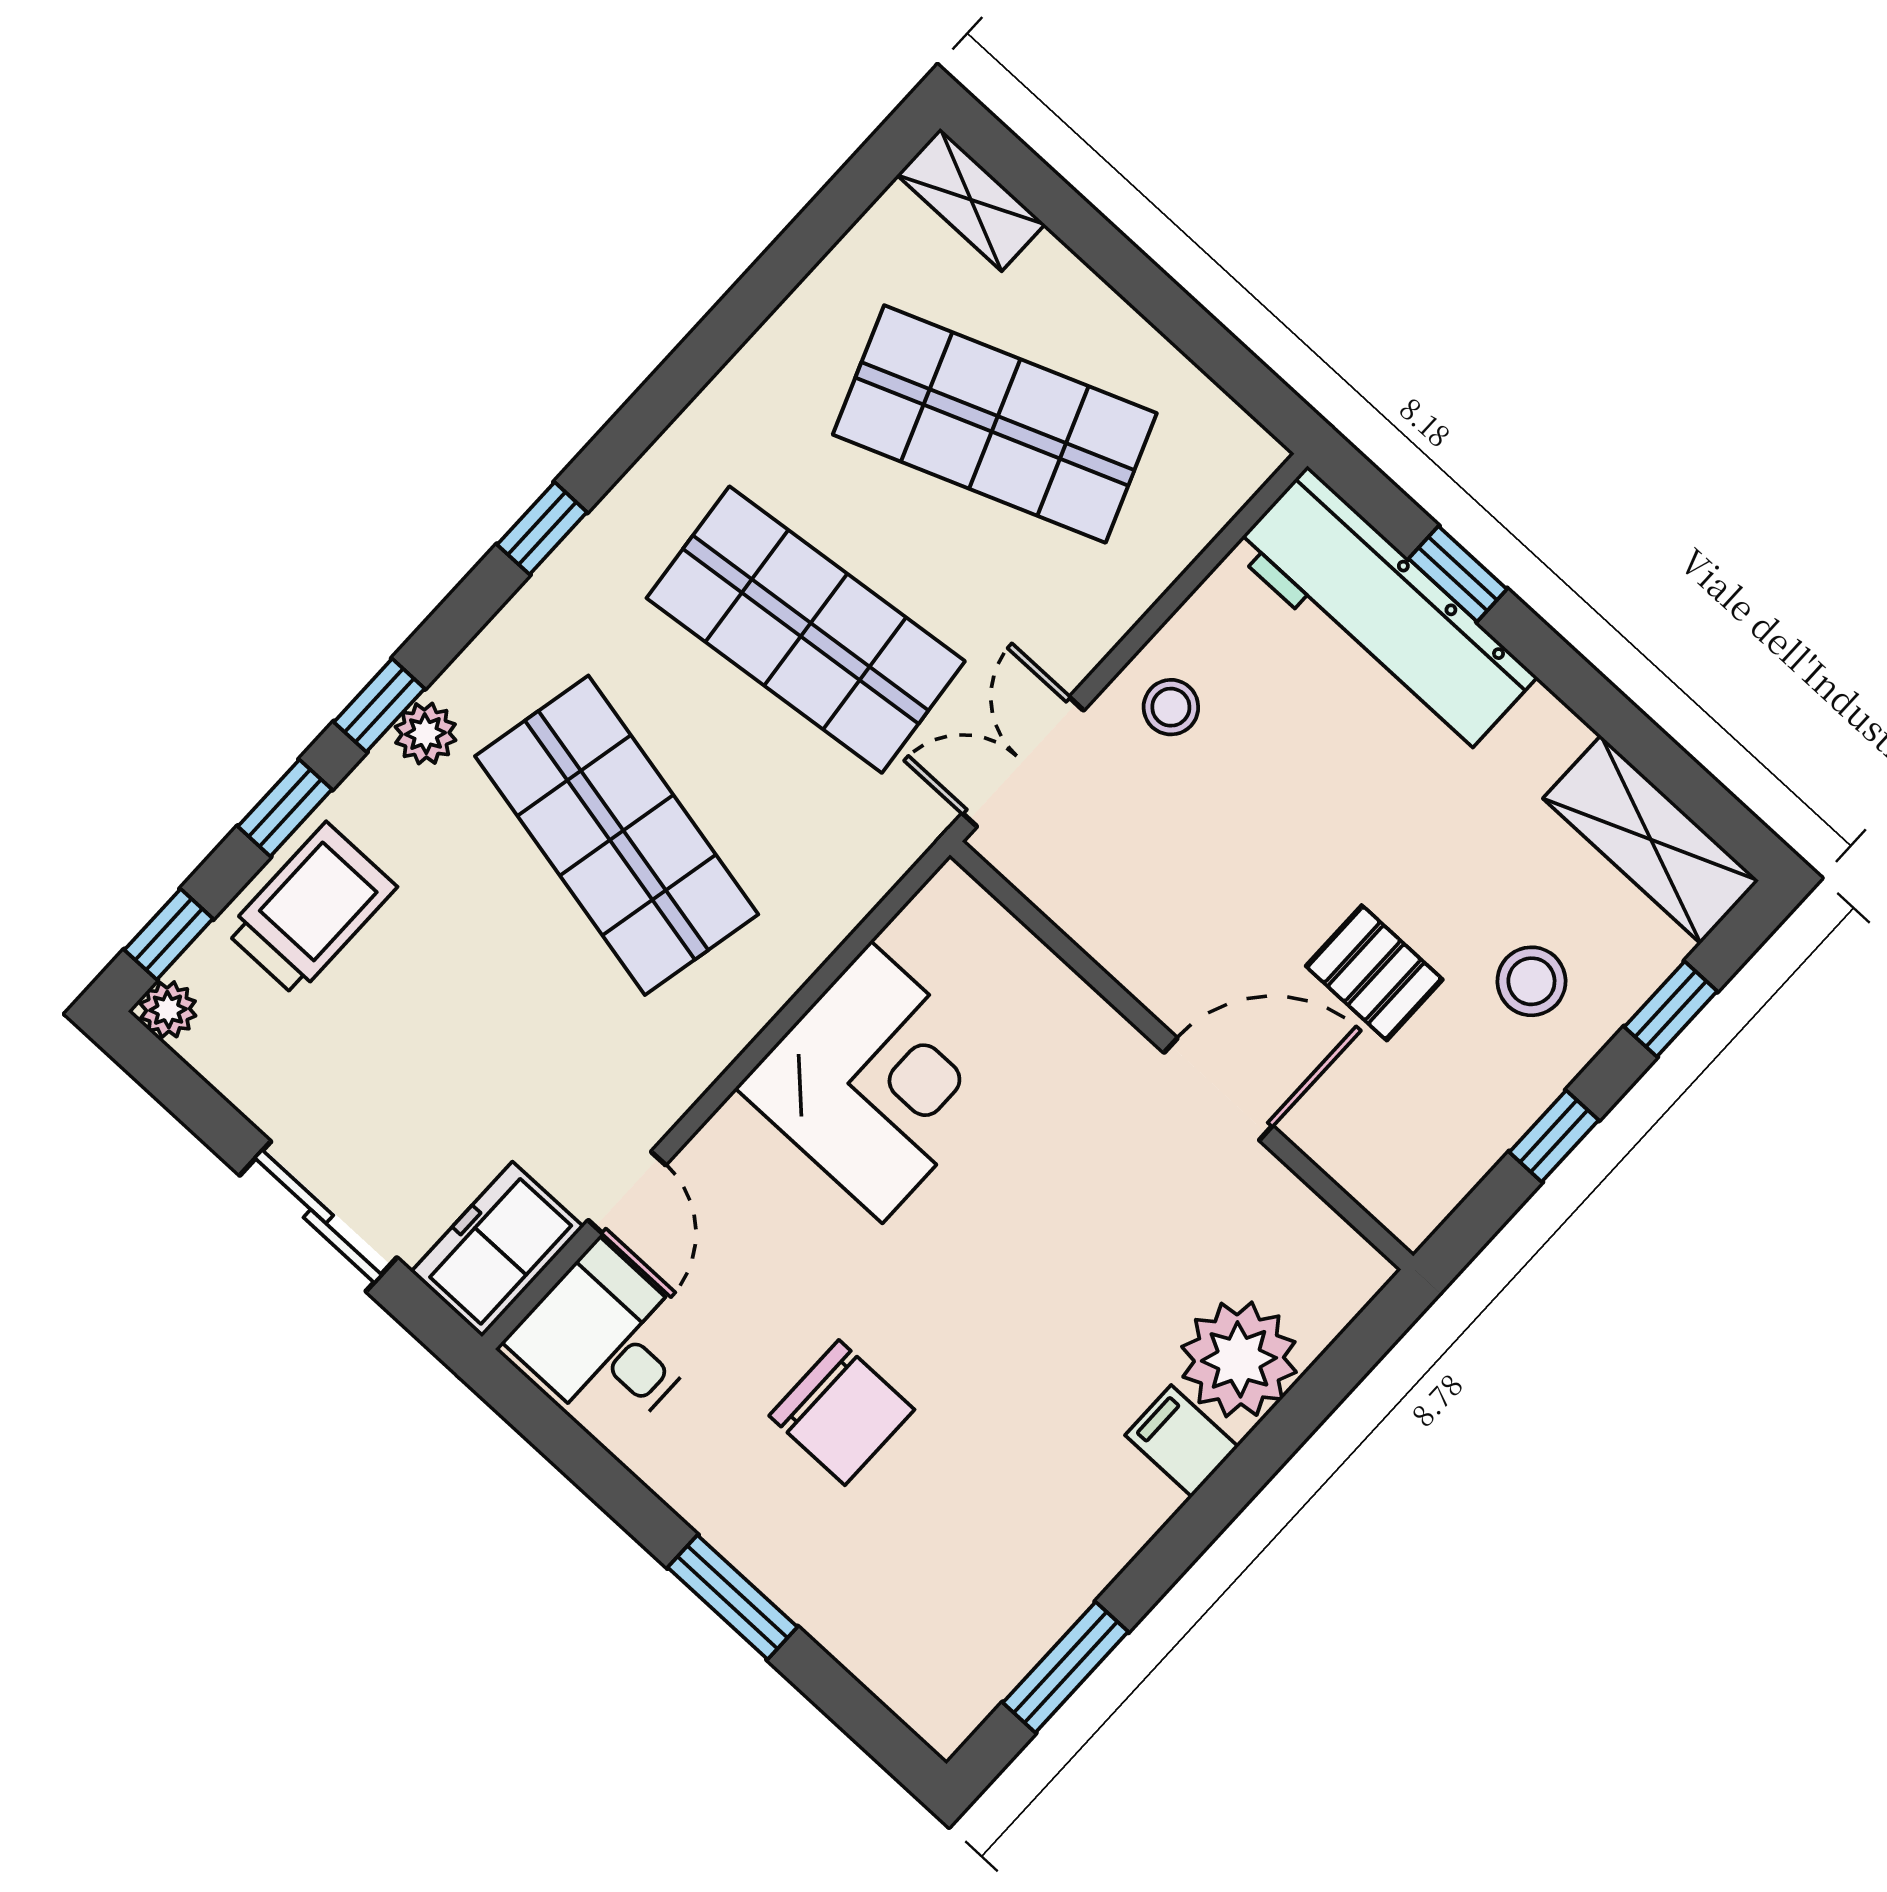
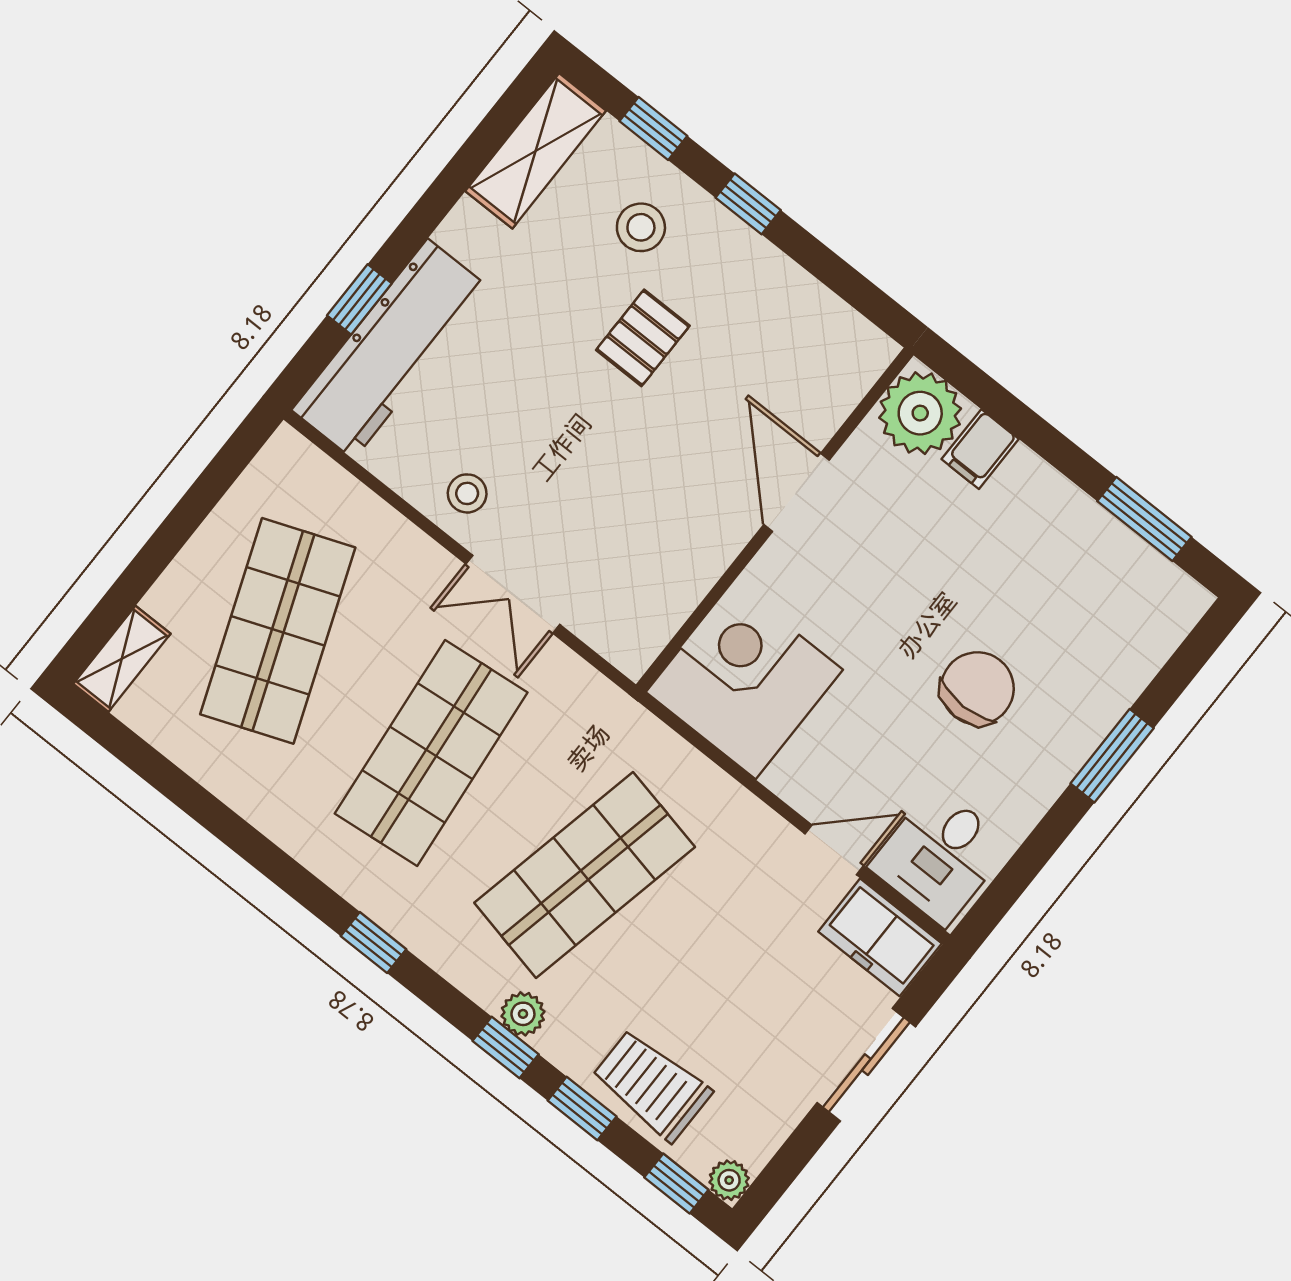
wall: (1182, 1055) -> (775, 520), moved
door: (1218, 1089) -> (797, 492), moved

